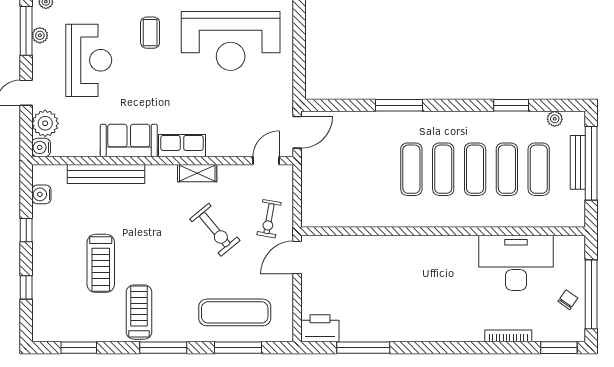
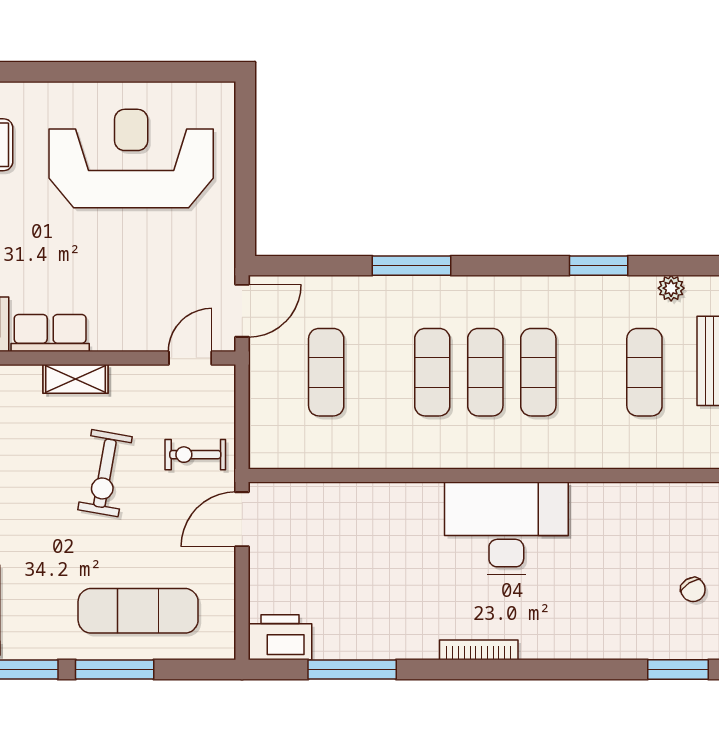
reception desk: (231, 41) -> (131, 159), turned 180
exercise mat: (507, 169) -> (326, 372), moved
exercise bike: (269, 219) -> (195, 455), turned 80
exercise bike: (215, 230) -> (105, 473), turned 50
desk: (516, 263) -> (506, 528), moved
chair: (568, 300) -> (693, 590), turned 113
bookcase: (508, 336) -> (479, 650), moved
window: (238, 348) -> (115, 669), moved

